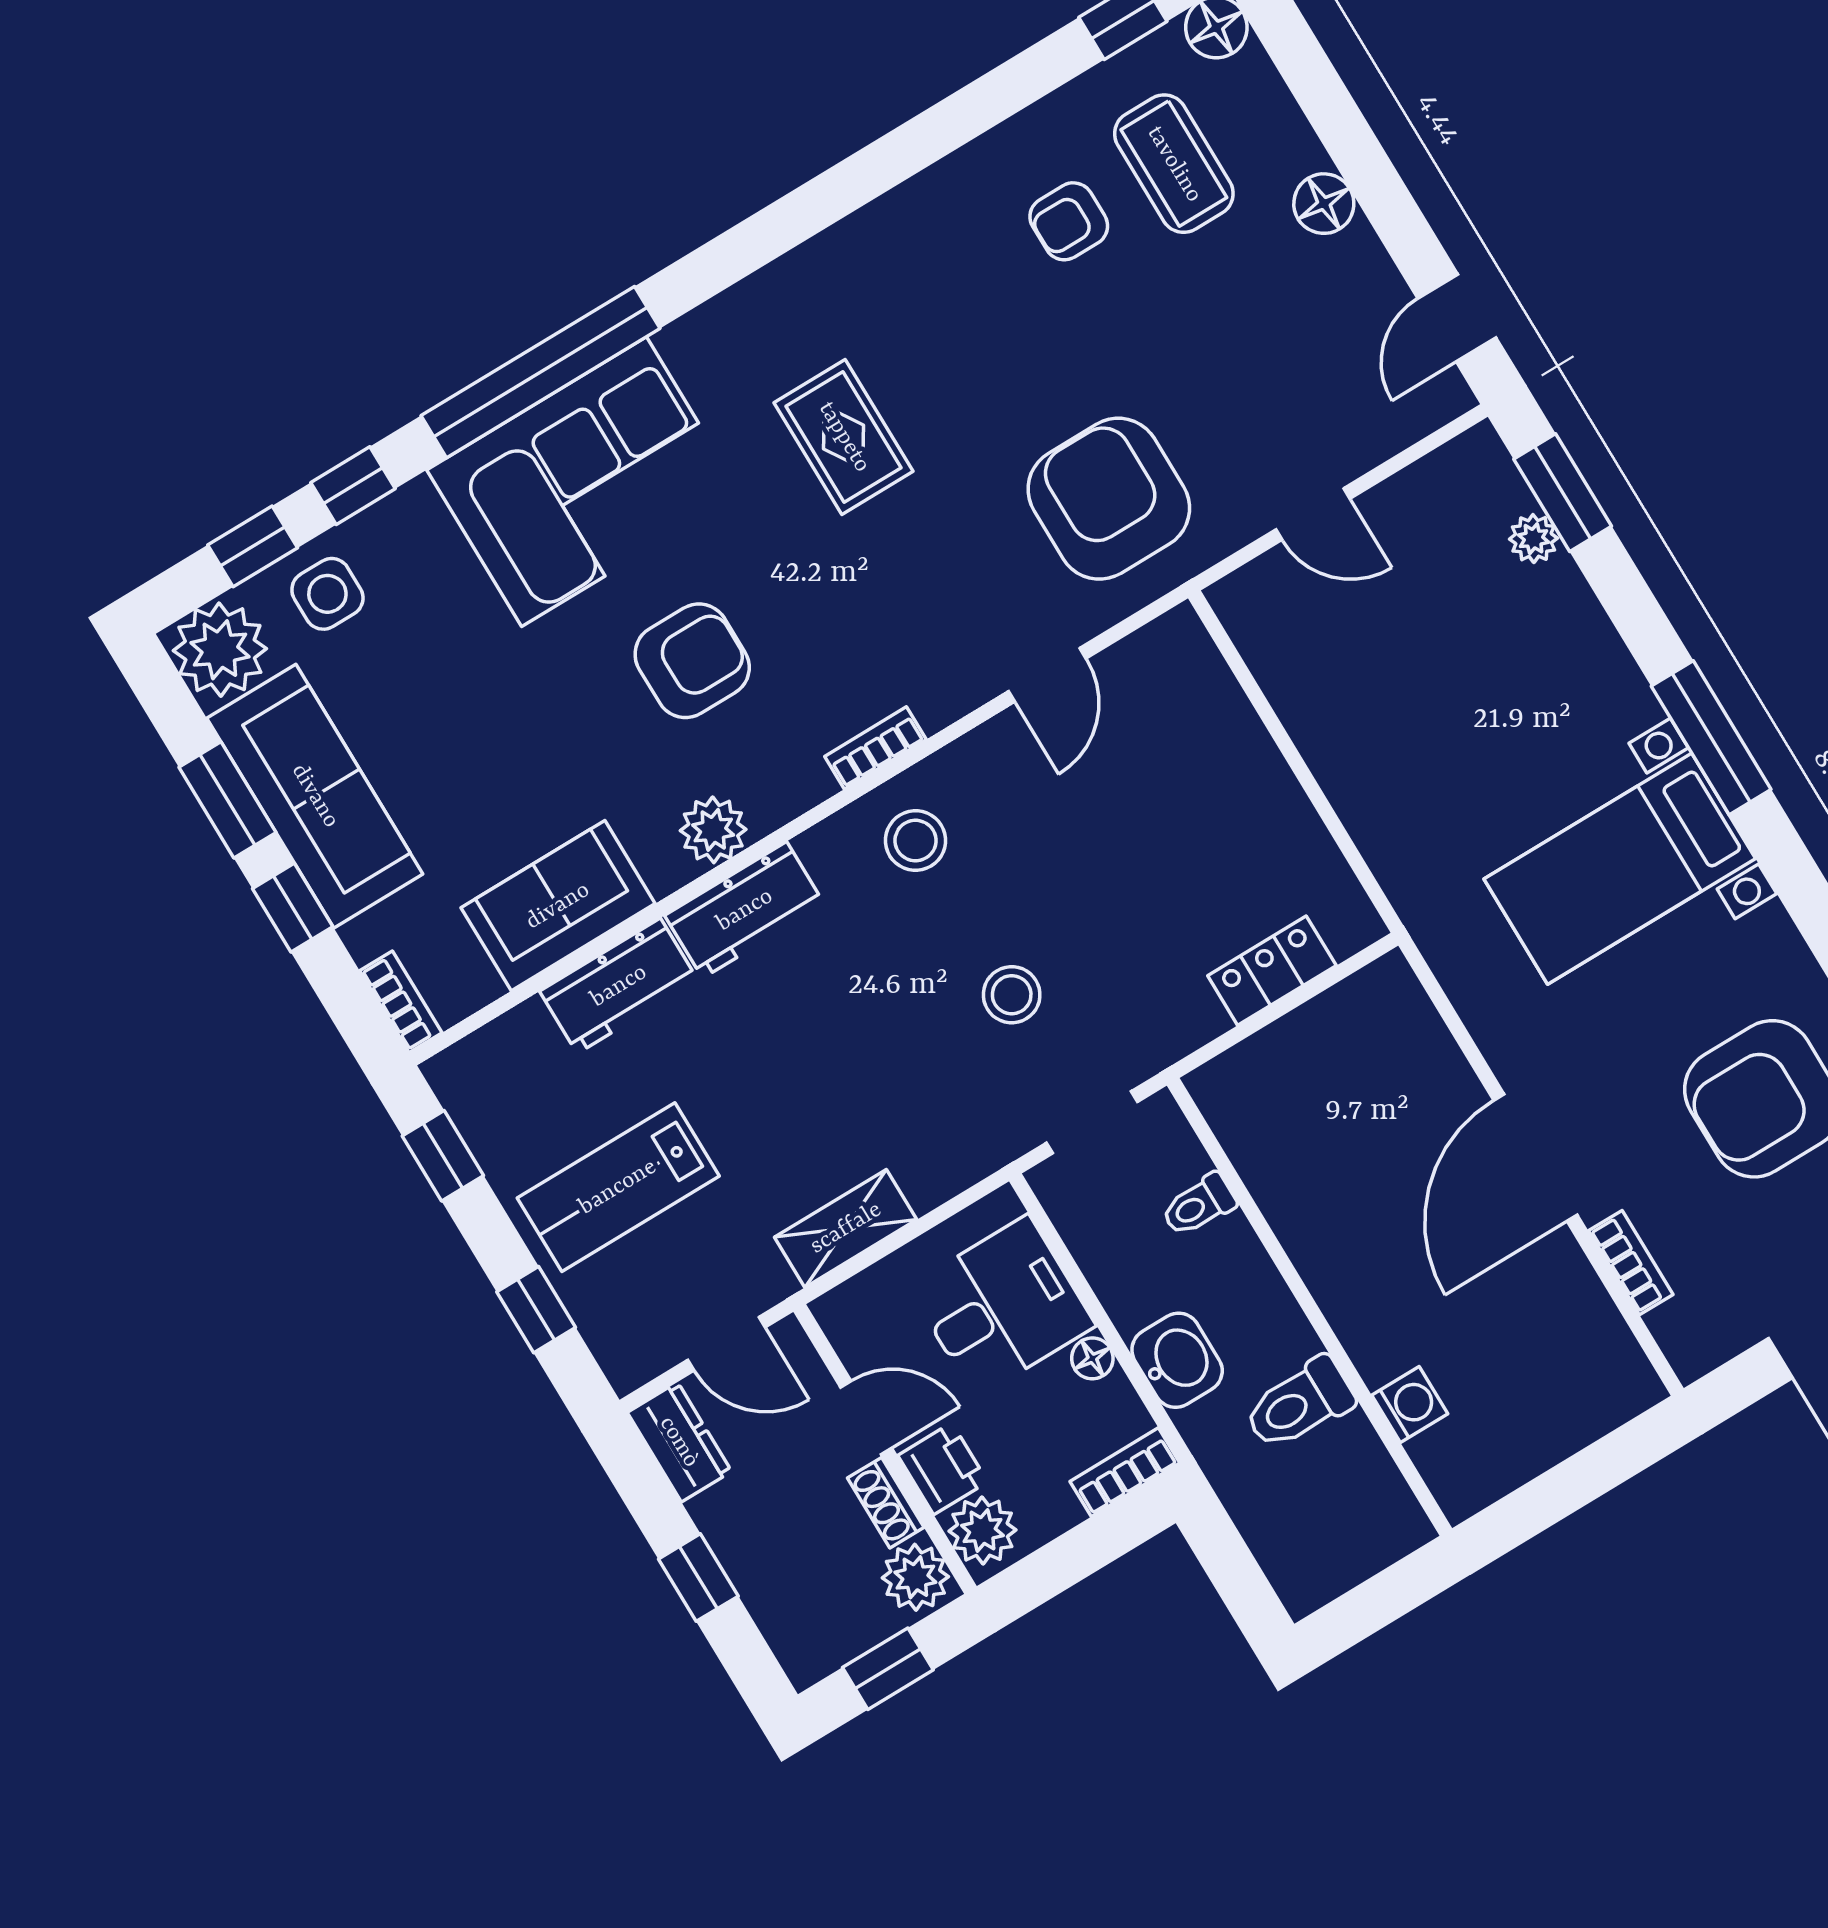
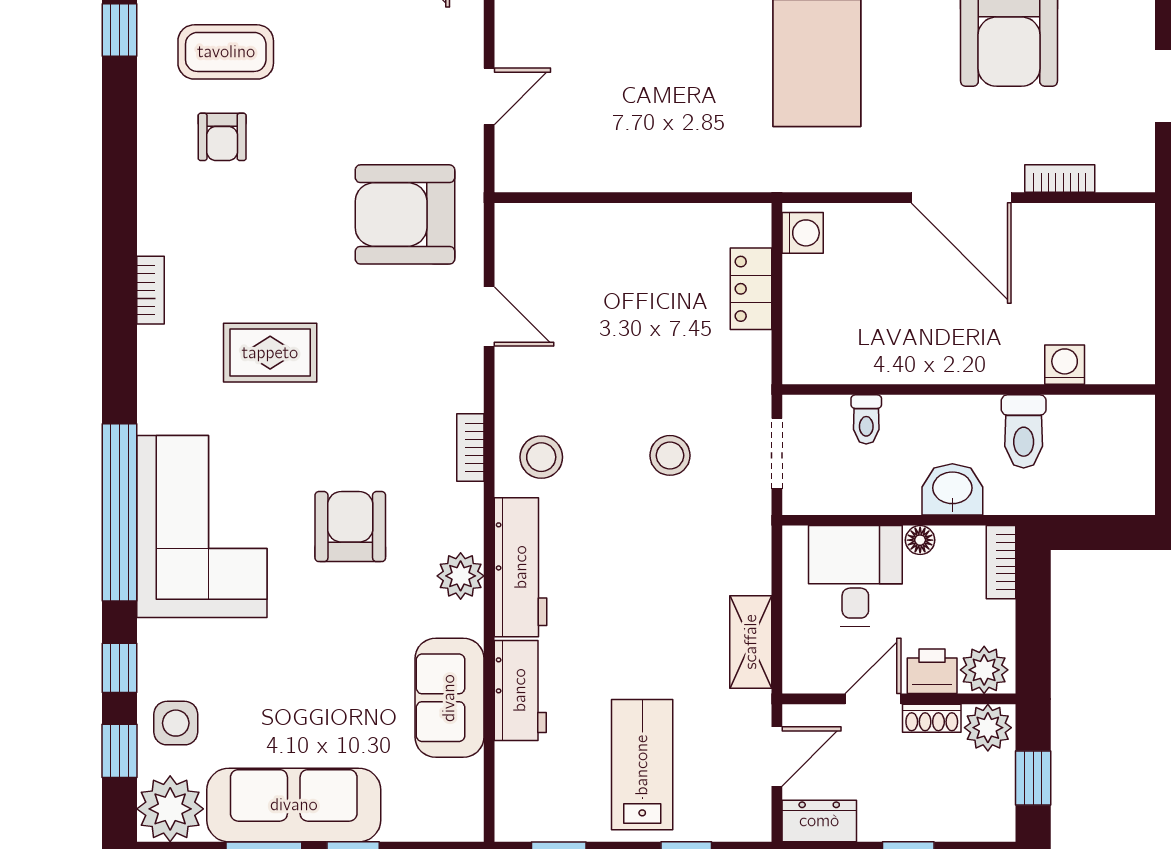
workbench: (745, 910) -> (521, 567), width x1.37
washing machine: (1377, 992) -> (803, 233), added
bookcase: (401, 1002) -> (151, 290), moved, turned 90
lab bench: (618, 1187) -> (642, 765), turned 180

